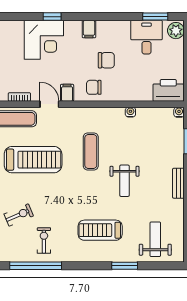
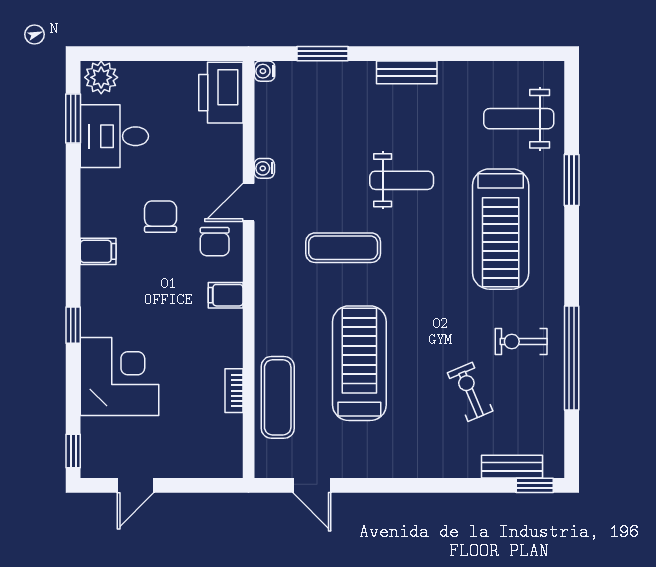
corner desk: (44, 40) -> (120, 377), moved
door: (49, 104) -> (249, 202), moved
treadmill: (100, 230) -> (501, 229), width x1.37, depth x1.38

